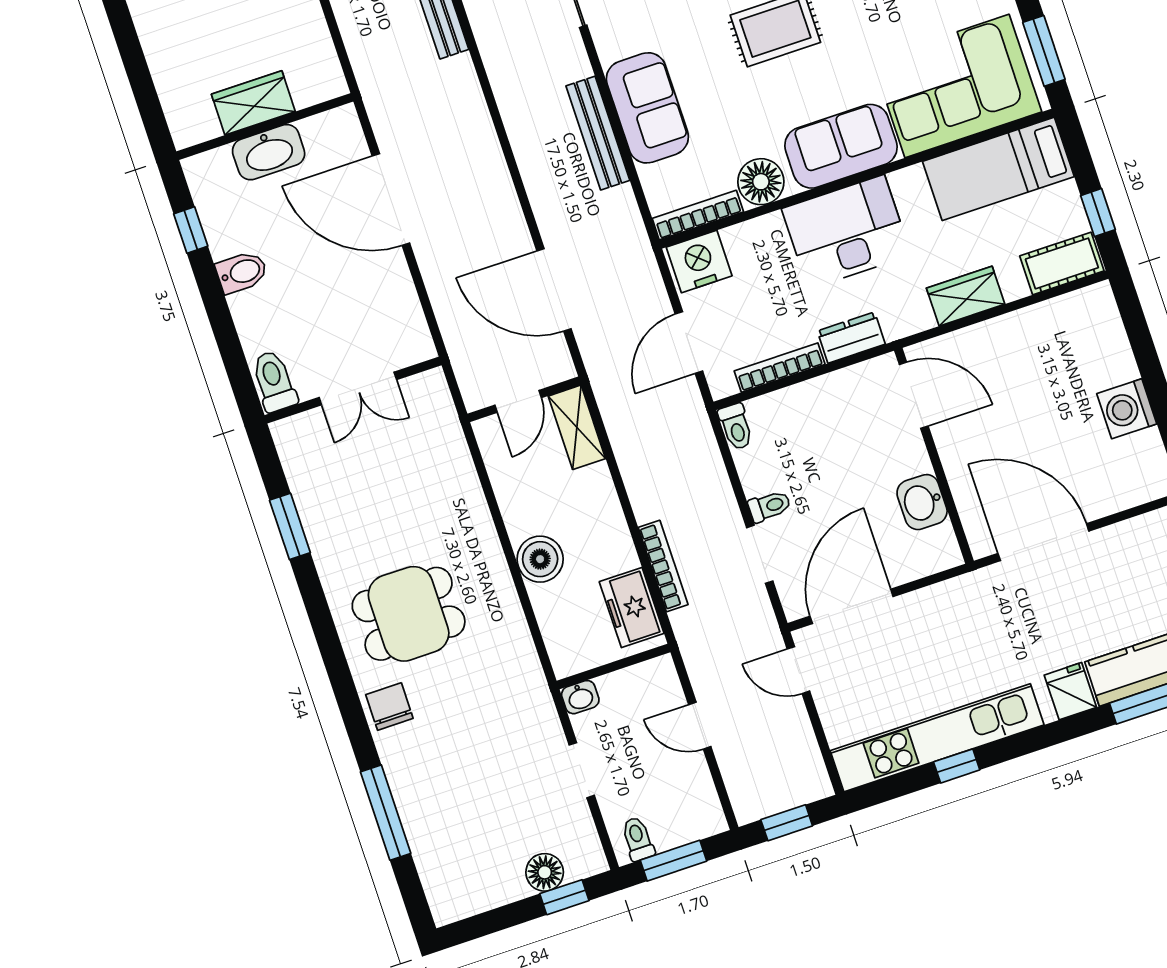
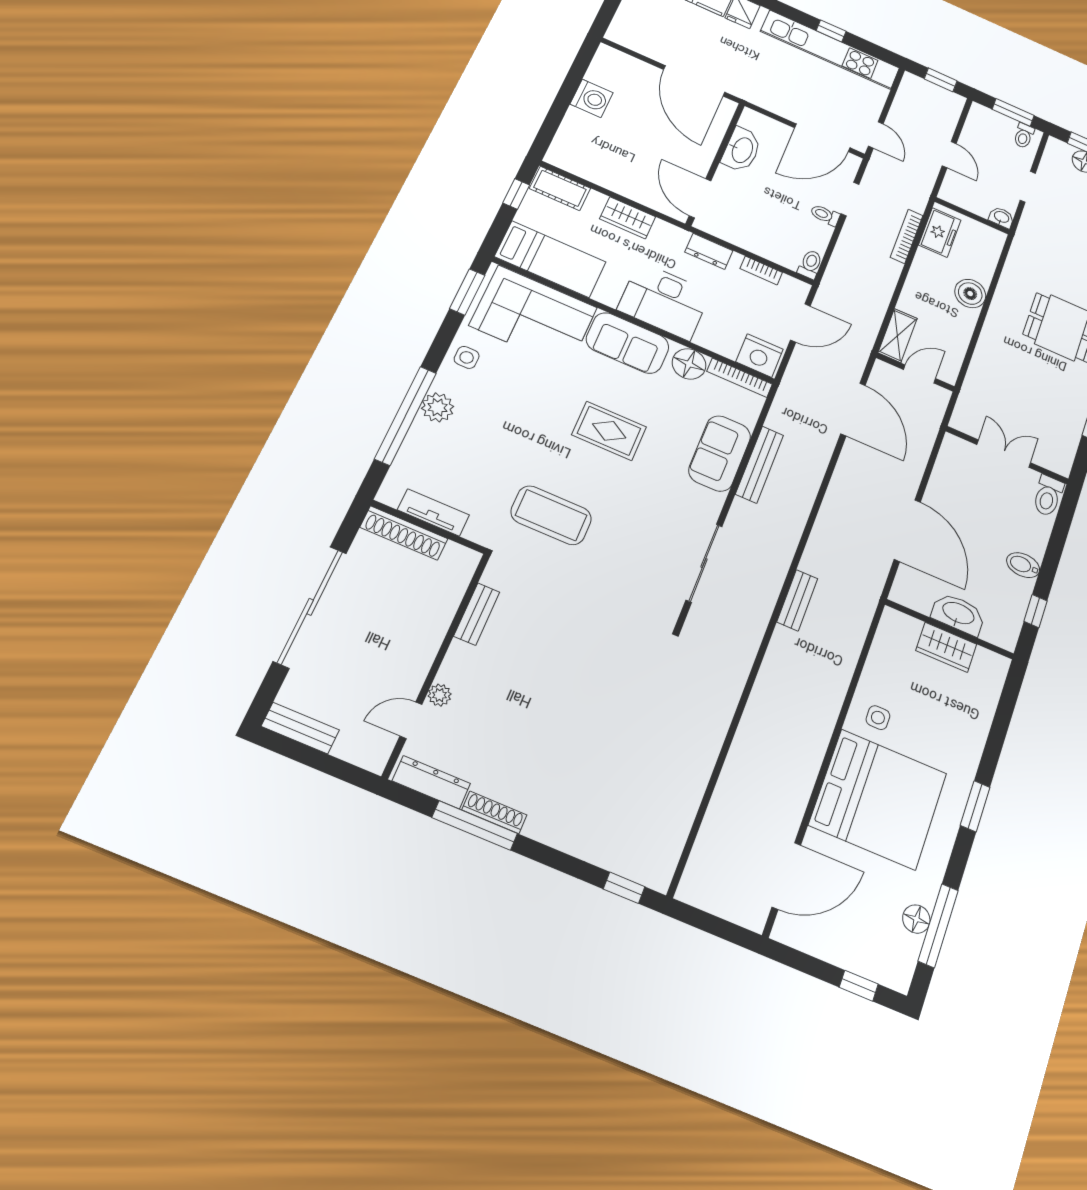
bookcase: (780, 368) -> (761, 270), width x0.64
washbasin: (922, 502) -> (742, 150), width x1.38

